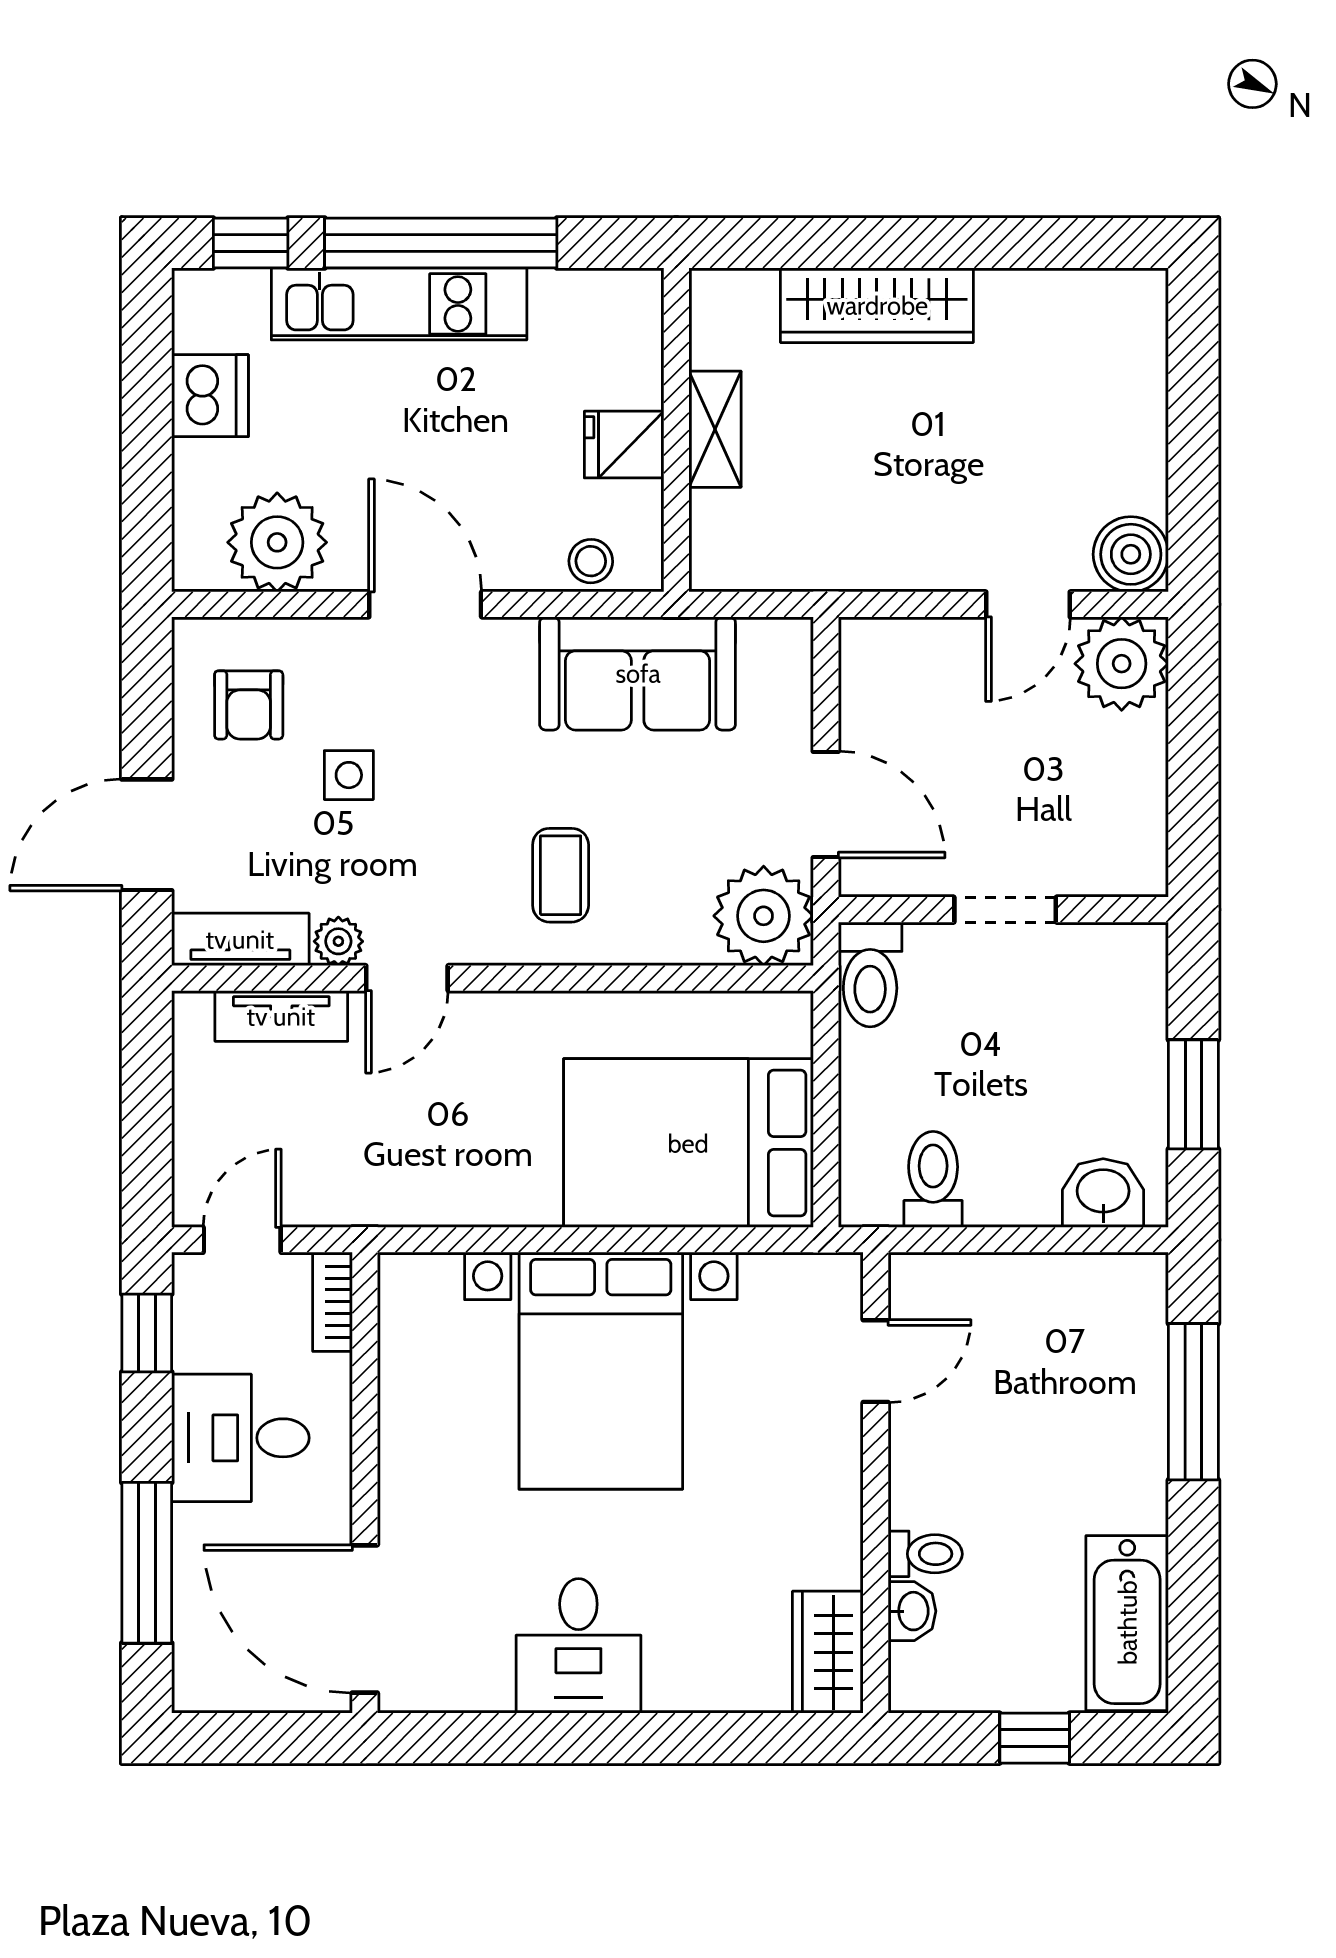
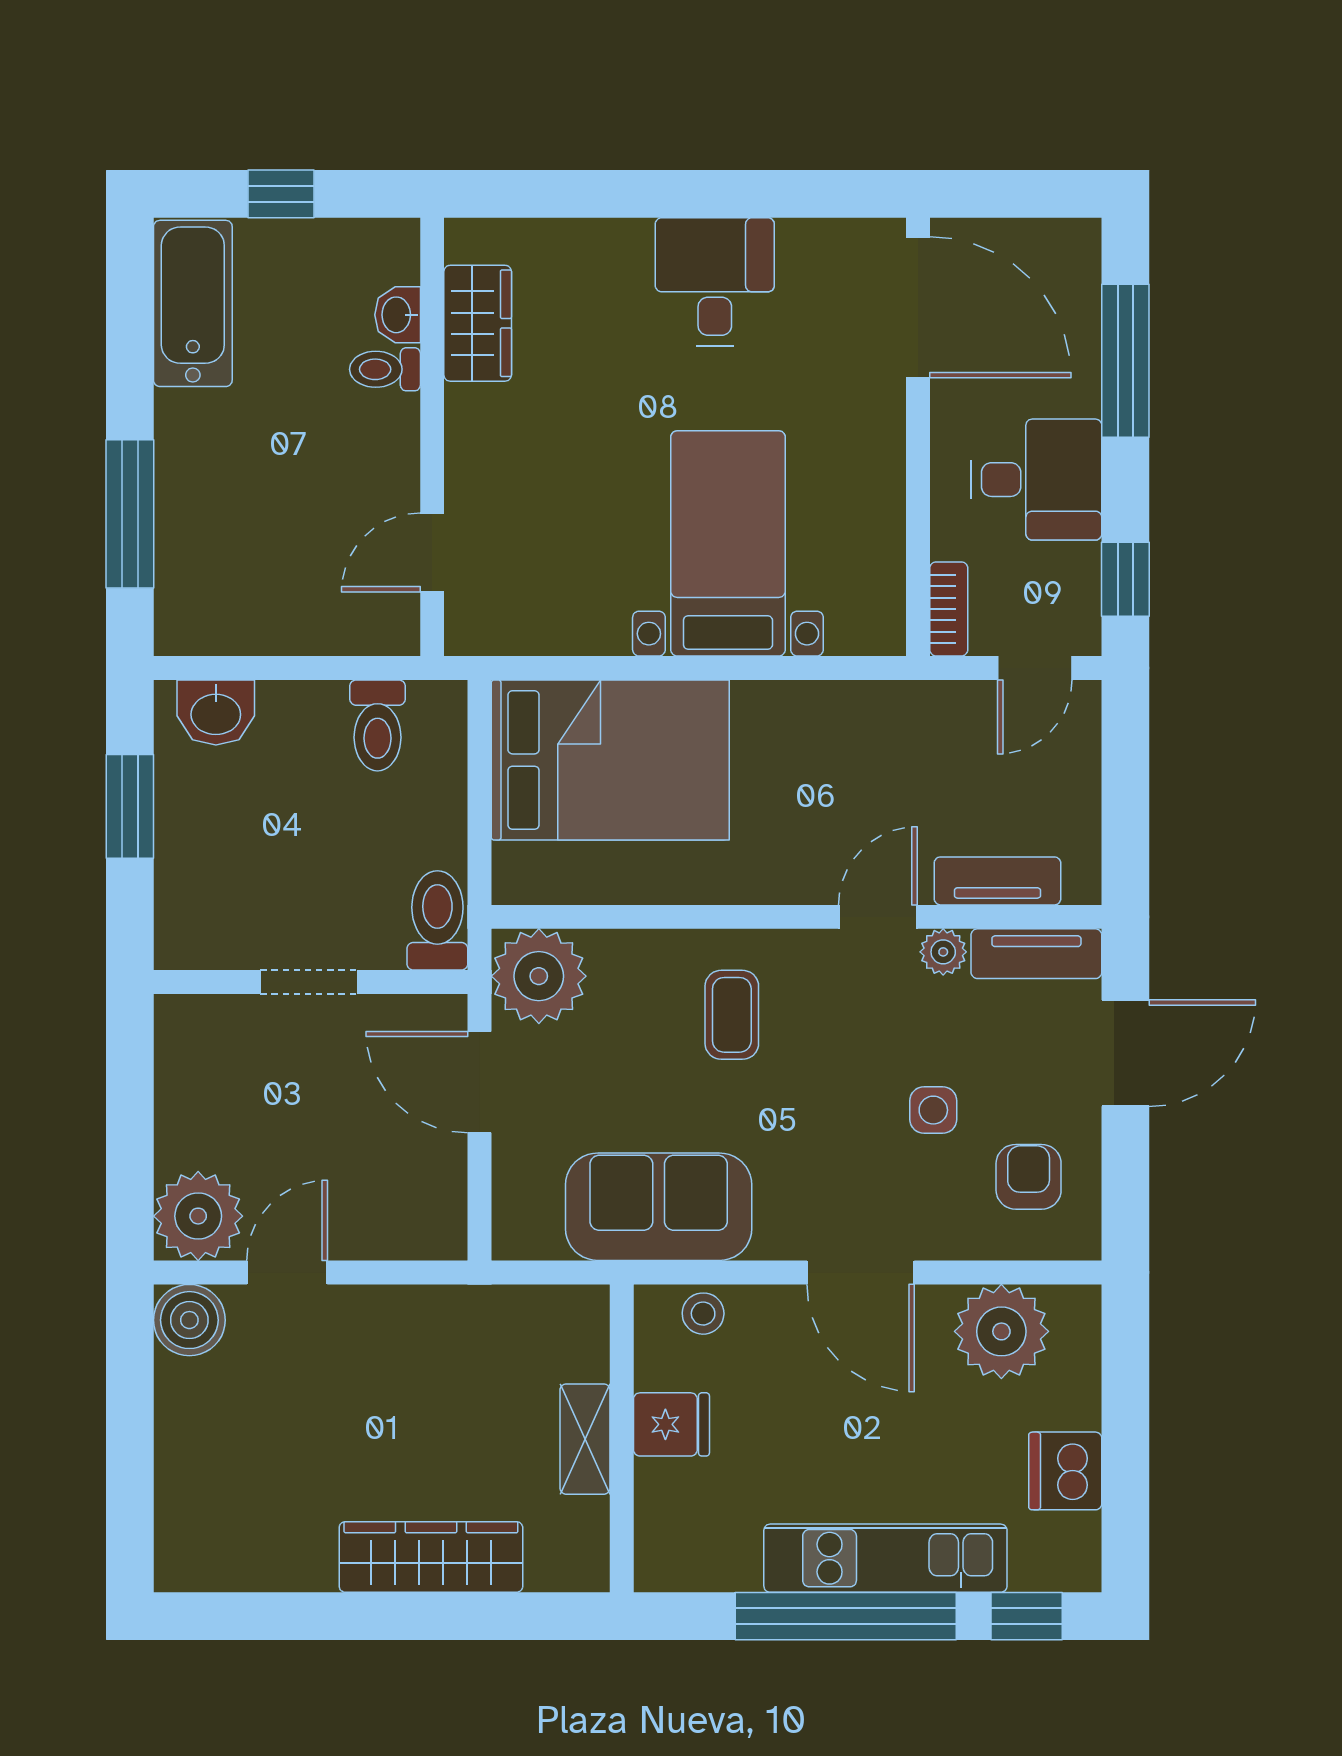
bed with nightstands: (601, 1371) -> (728, 543), width x0.73
wardrobe: (828, 1652) -> (478, 323), moved

